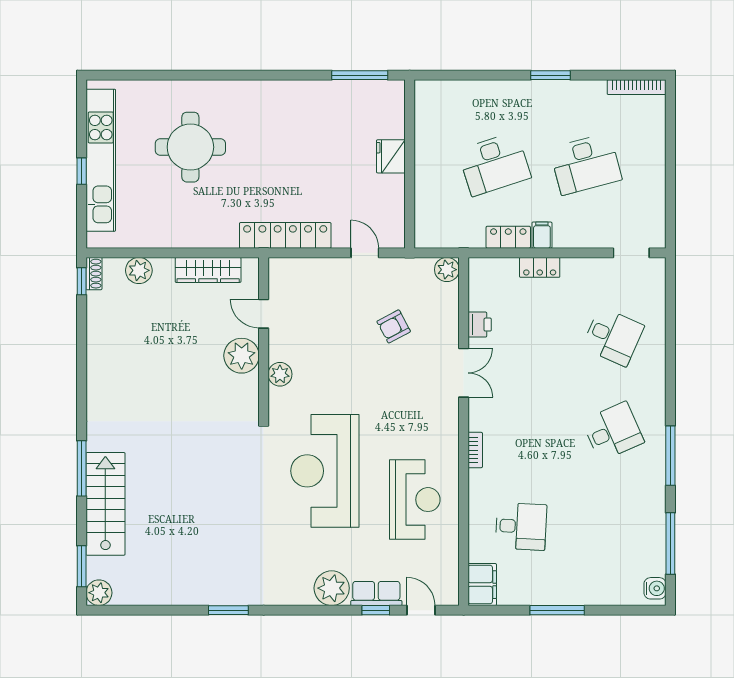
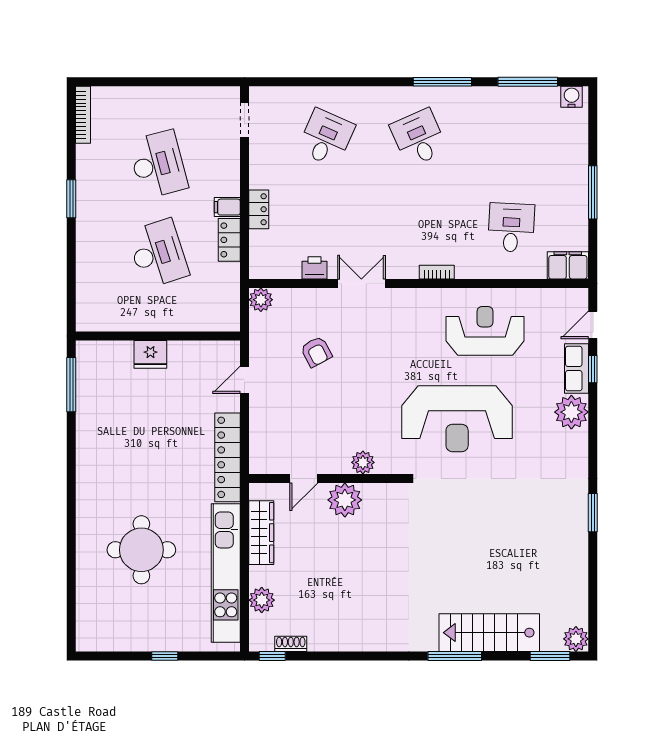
kitchen unit: (101, 160) -> (226, 573), moved, turned -90
shoe rack: (94, 274) -> (291, 644), moved

